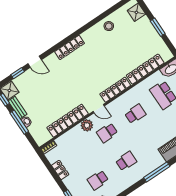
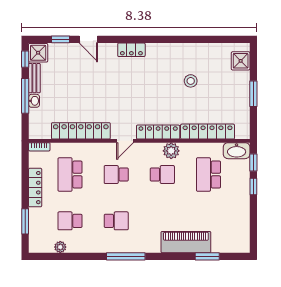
stool: (109, 26) -> (191, 81), moved
locker: (70, 47) -> (131, 50), width x0.66
door: (99, 109) -> (125, 141), hinge flipped
plant: (87, 125) -> (171, 151), moved
school desk: (79, 152) -> (70, 175), added
locker: (60, 170) -> (35, 188), width x1.53
window: (157, 172) -> (126, 256), moved

